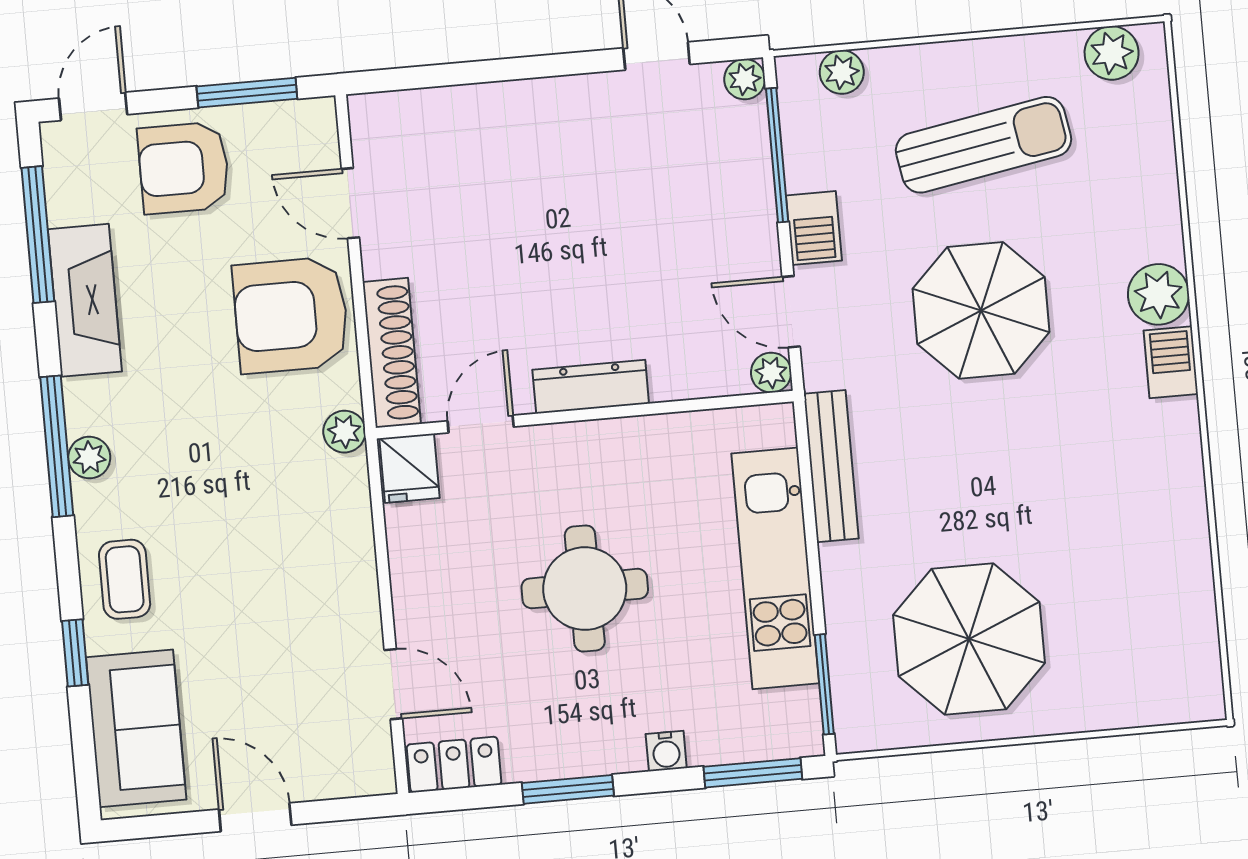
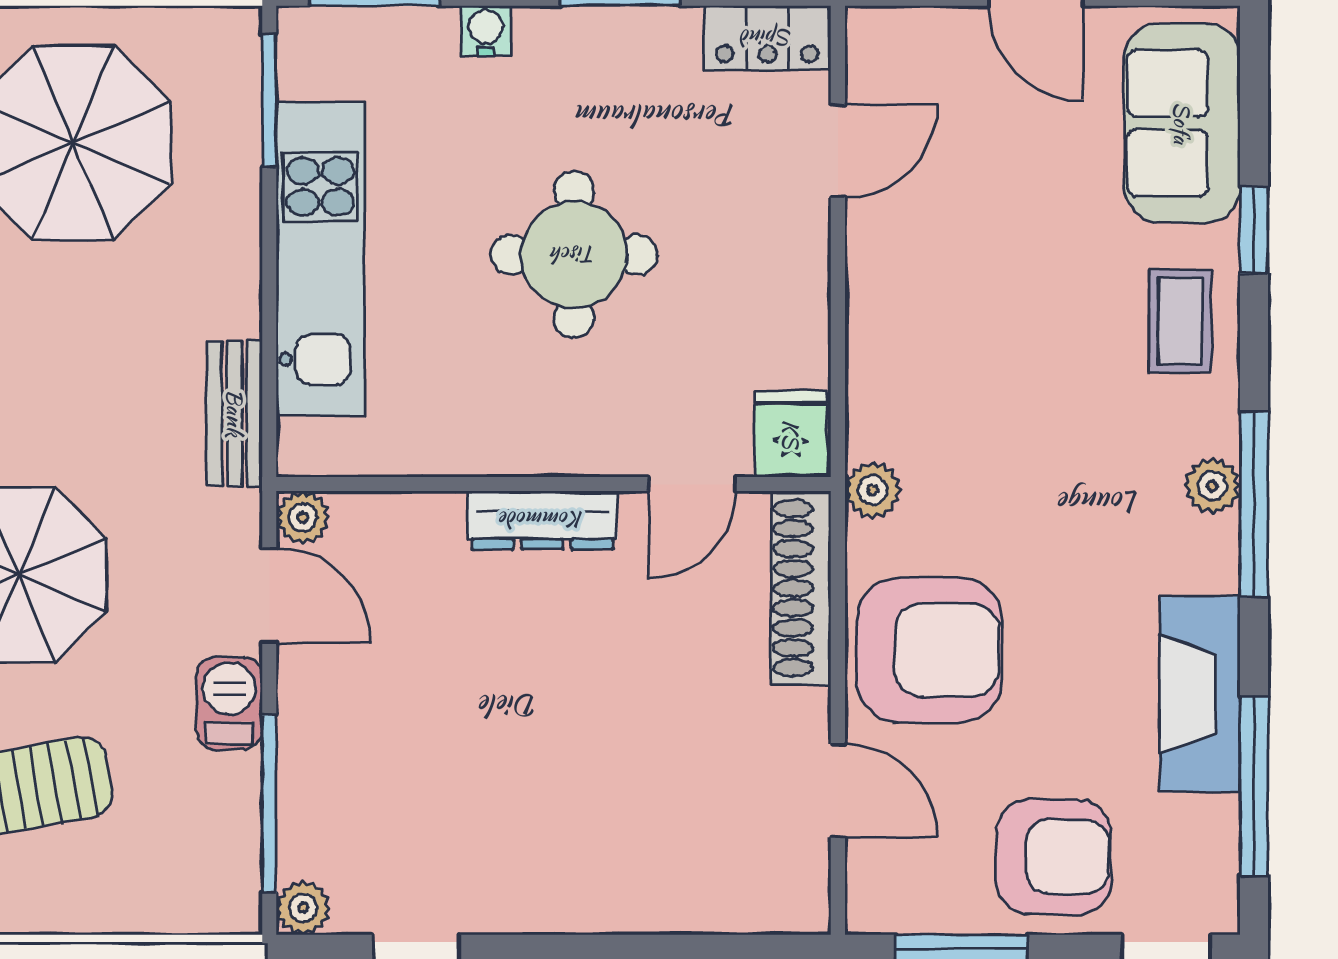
plant: (842, 72) -> (174, 906), removed
bench: (831, 466) -> (235, 413), width x0.73
door: (393, 684) -> (838, 151), swing flipped

